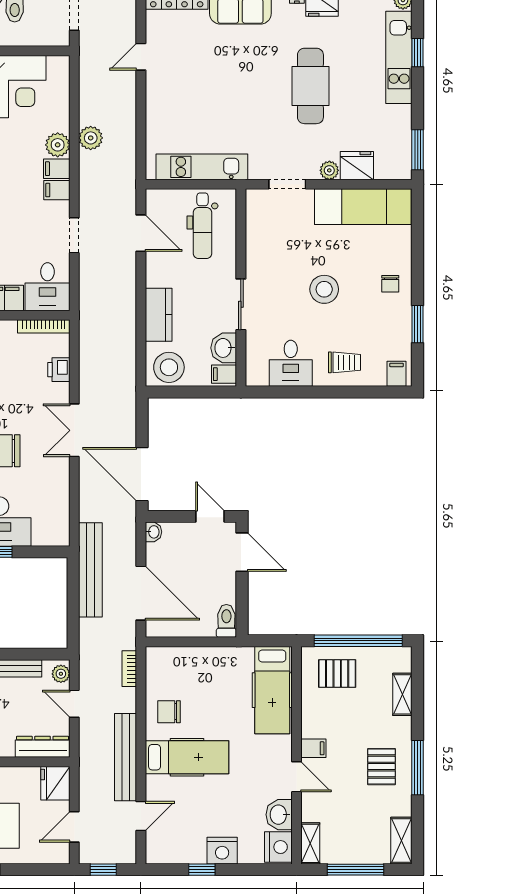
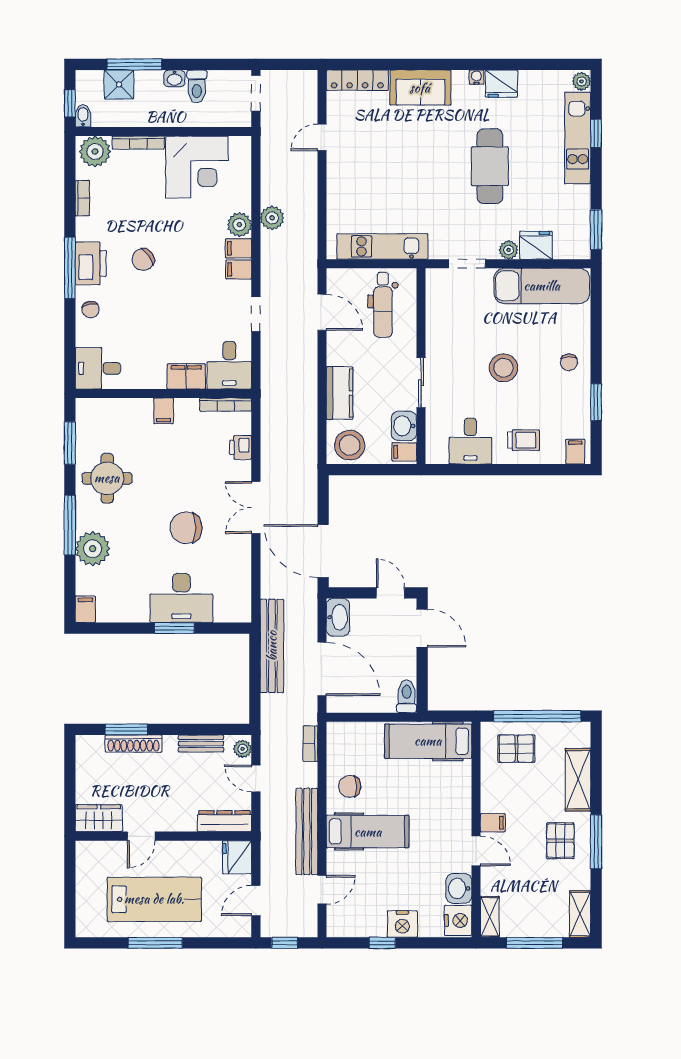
washbasin: (153, 532) -> (338, 617), width x1.91, depth x1.45
hospital bed: (272, 690) -> (428, 741), moved, turned 90
shelving: (402, 694) -> (578, 780), width x1.50, depth x1.33

